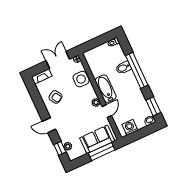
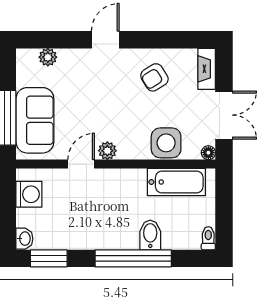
bathtub: (106, 89) -> (176, 182), moved
door: (107, 111) -> (81, 164), swing flipped
window: (60, 148) -> (51, 40), removed

